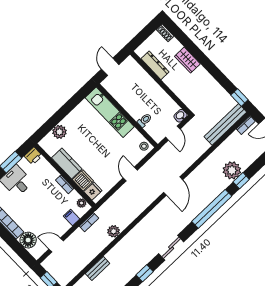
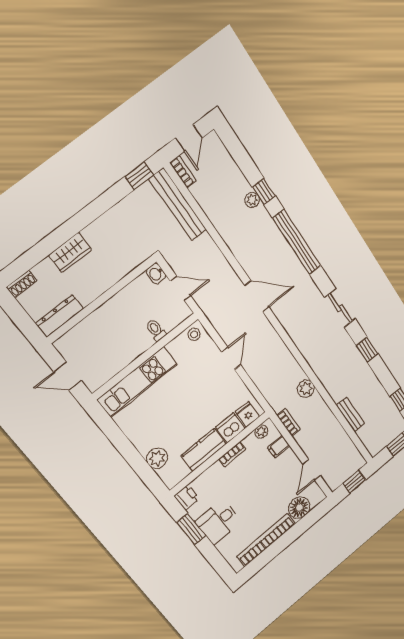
dresser: (155, 65) -> (59, 316), moved
plant: (232, 170) -> (252, 200), width x0.53, depth x0.53
door: (130, 174) -> (231, 358), swing flipped

